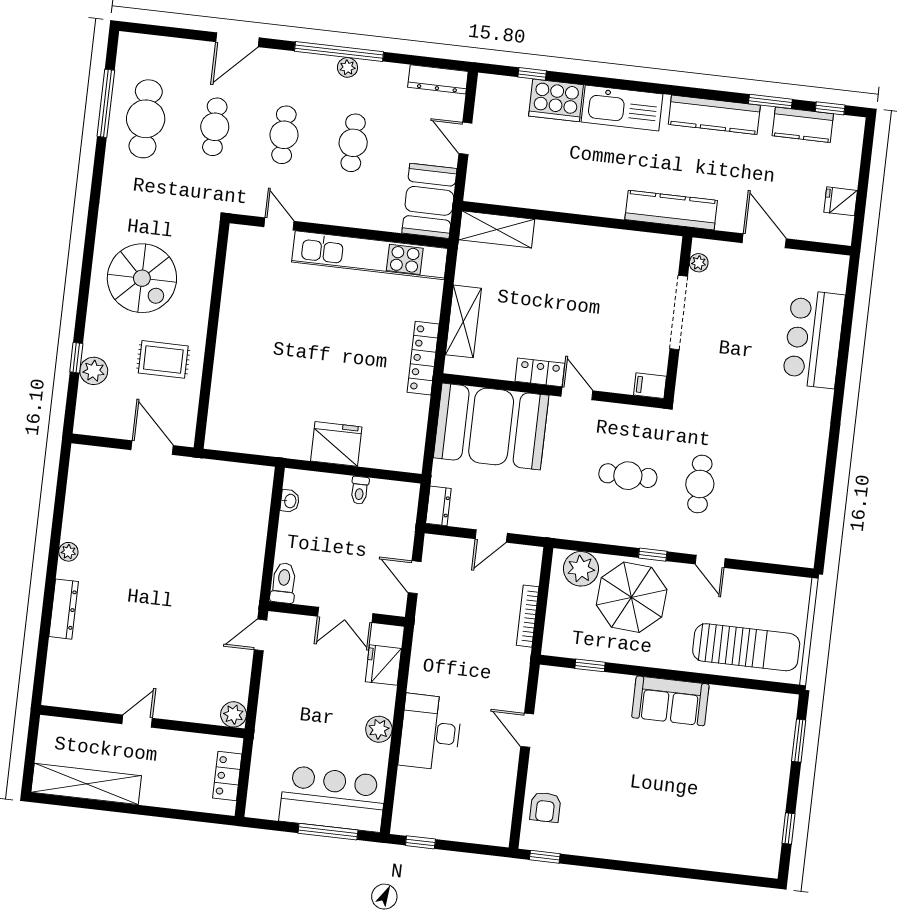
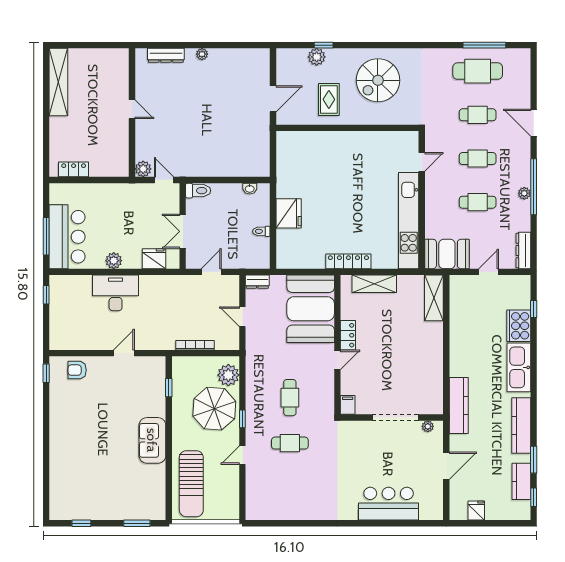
plant: (234, 714) -> (143, 169), moved
door: (137, 721) -> (132, 109), moved
wall: (142, 722) -> (132, 113), moved

